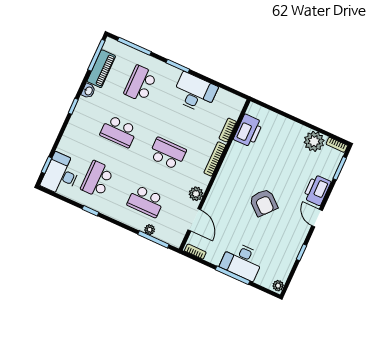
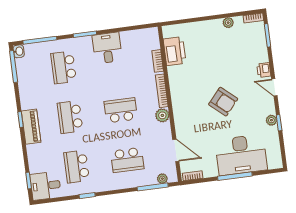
piano: (101, 69) -> (31, 127), moved
washbasin: (88, 91) -> (19, 51), moved
desk: (195, 93) -> (107, 48), width x0.73
school desk: (119, 131) -> (70, 117), turned 90
plant: (314, 141) -> (228, 23), width x0.53, depth x0.53
desk: (61, 174) -> (46, 186), width x0.73
printer: (317, 190) -> (264, 70), width x0.53, depth x0.68
plant: (196, 194) -> (162, 115), moved
plant: (150, 230) -> (162, 179), moved
desk: (242, 261) -> (241, 155), width x1.36, depth x1.30
plant: (278, 286) -> (271, 120), moved

